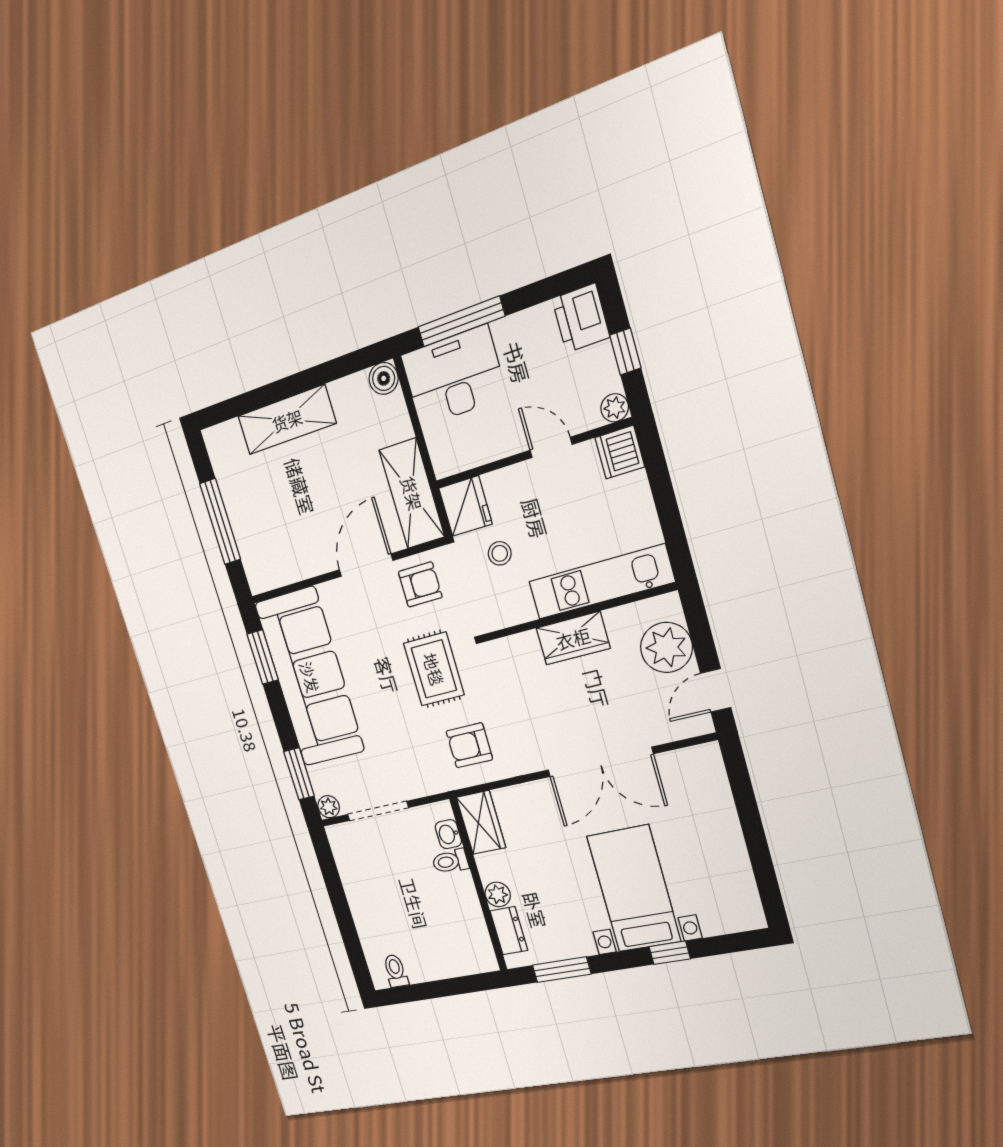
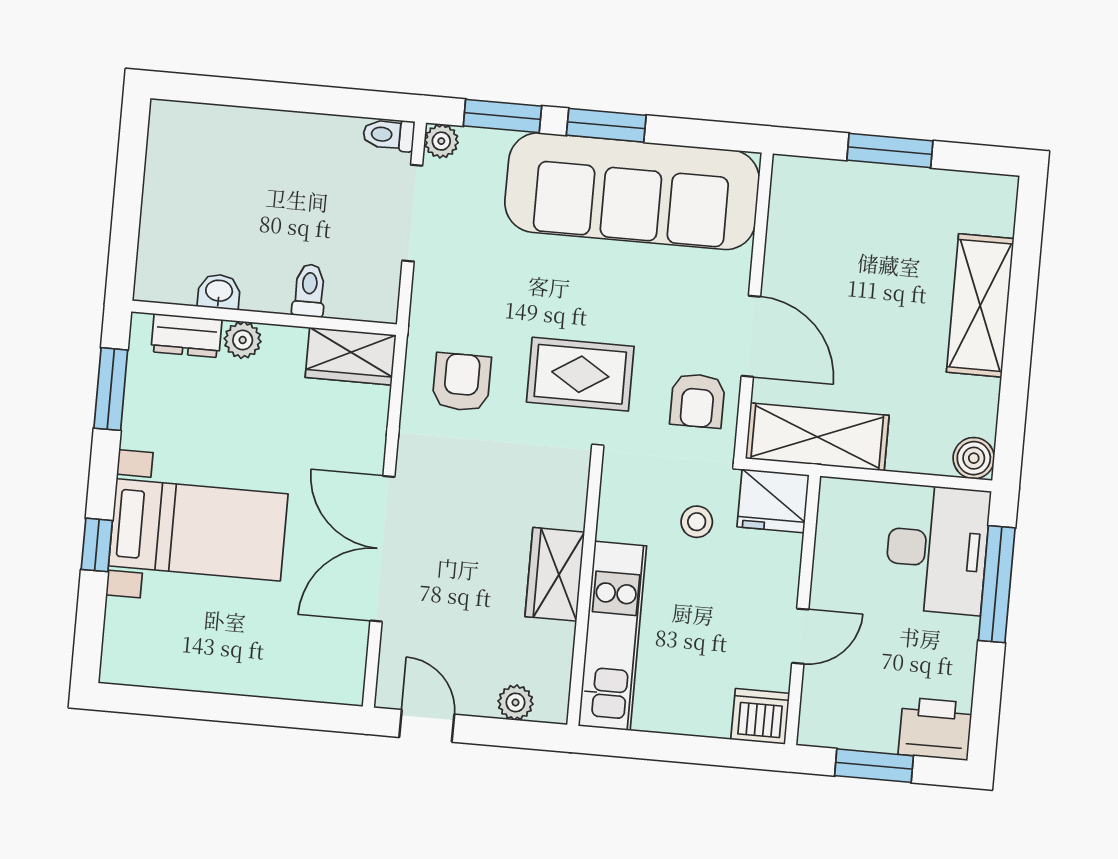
window: (625, 352) -> (874, 766), width x1.50
plant: (615, 408) -> (815, 730), removed
window: (220, 522) -> (890, 151), width x0.69
plant: (666, 647) -> (516, 702), width x0.53, depth x0.53
window: (263, 657) -> (606, 125), moved
washbasin: (448, 834) -> (219, 292), moved
toilet: (396, 971) -> (389, 135), moved, turned 180

